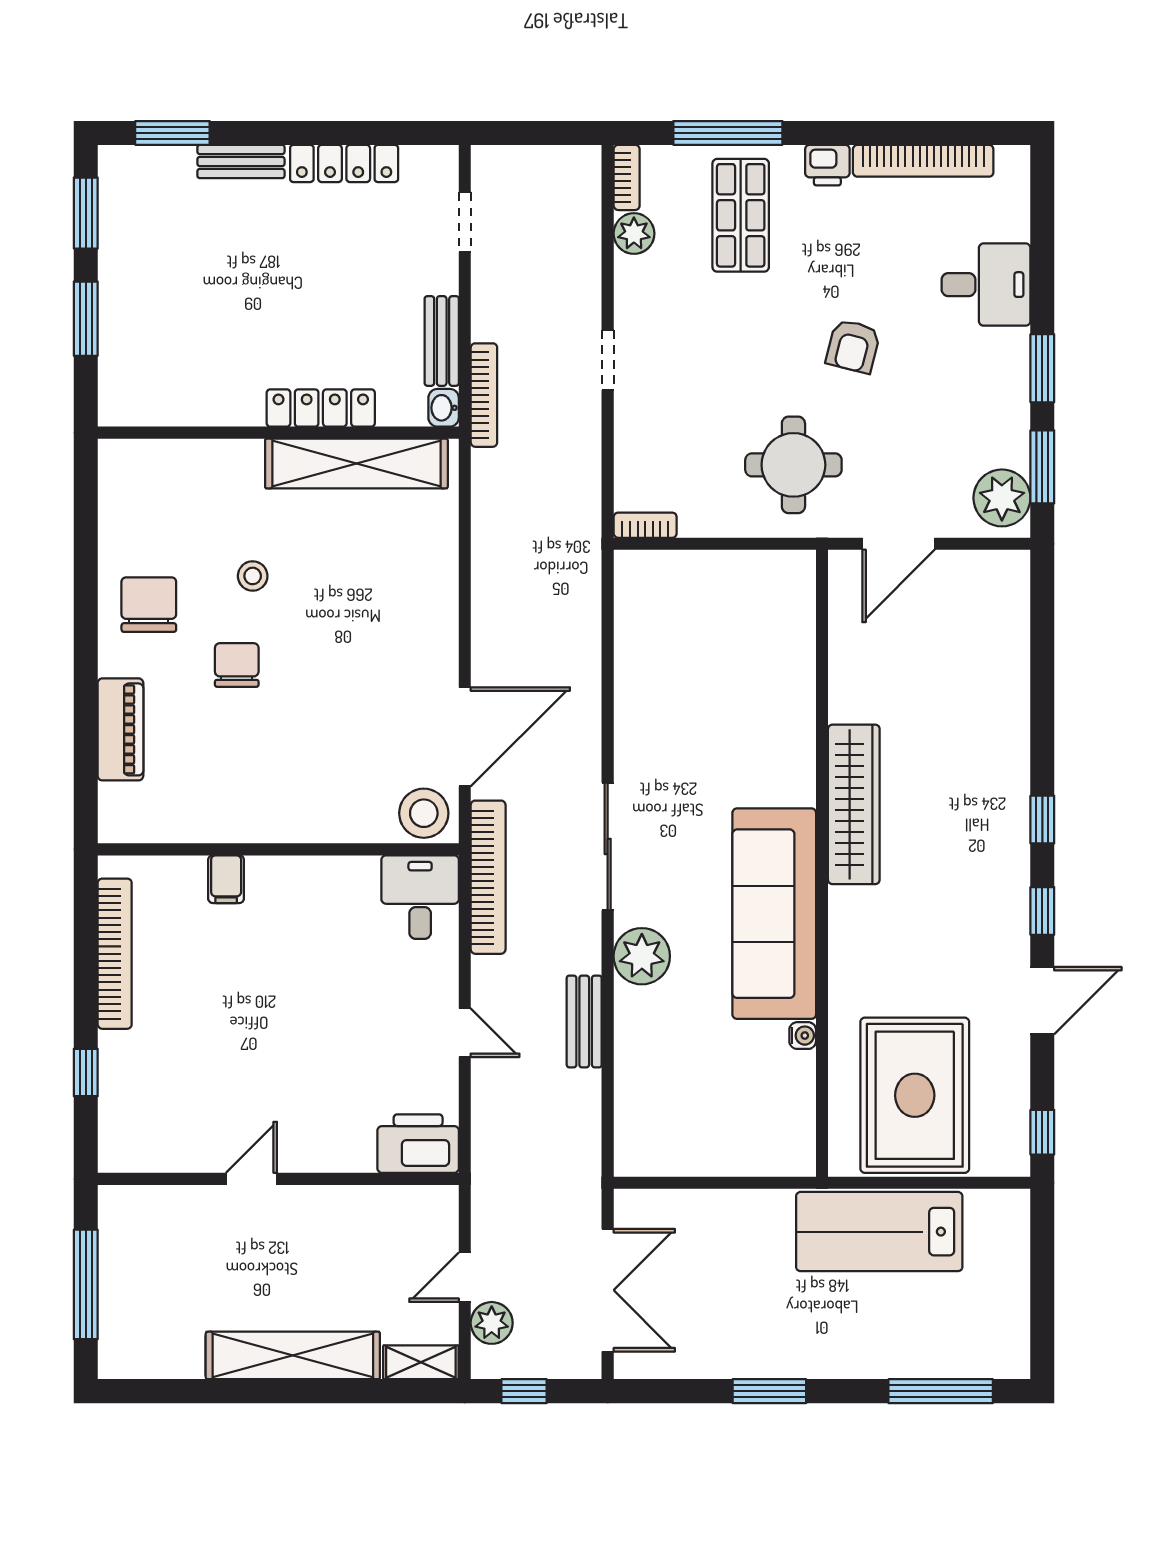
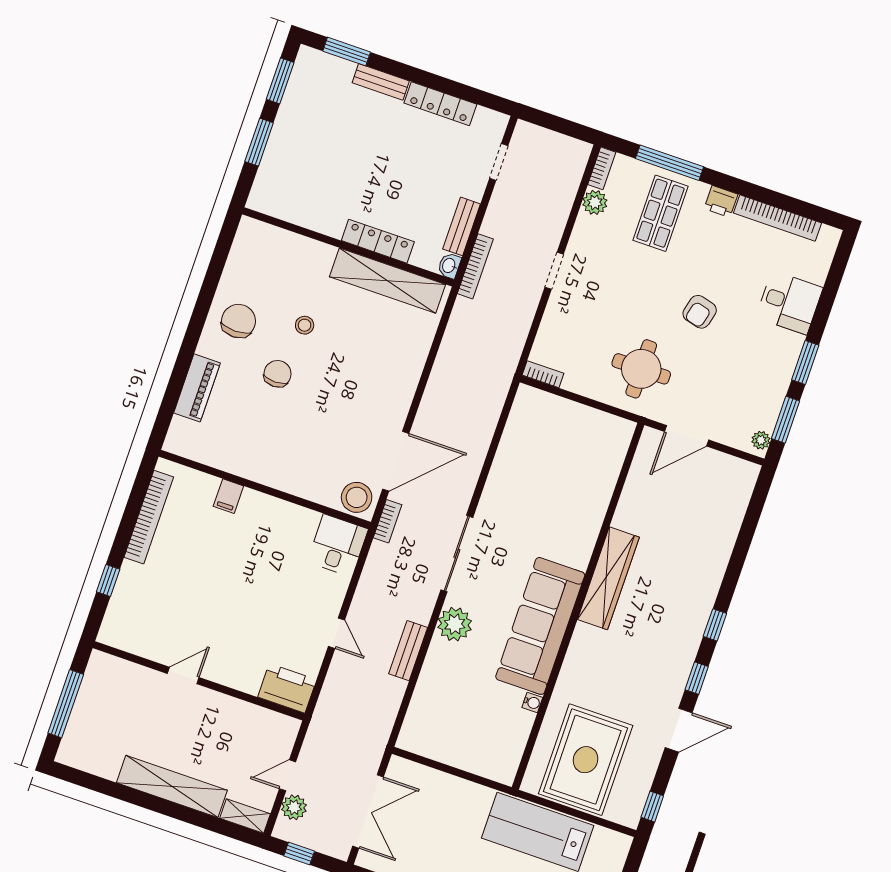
plant: (1002, 498) -> (761, 440), width x0.53, depth x0.53
bookcase: (488, 877) -> (387, 521), width x0.43, depth x0.76

